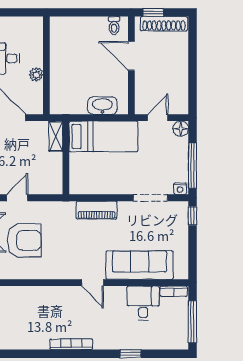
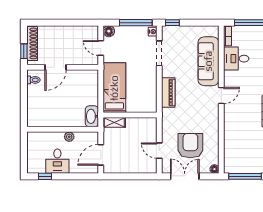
washbasin: (102, 106) -> (92, 116), moved

